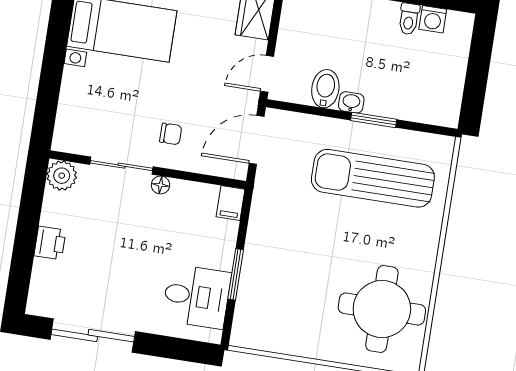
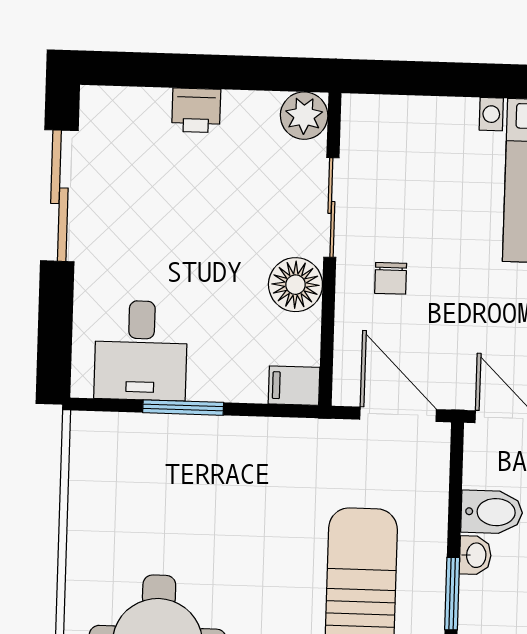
floor lamp: (161, 185) -> (295, 285), width x1.89, depth x1.89

